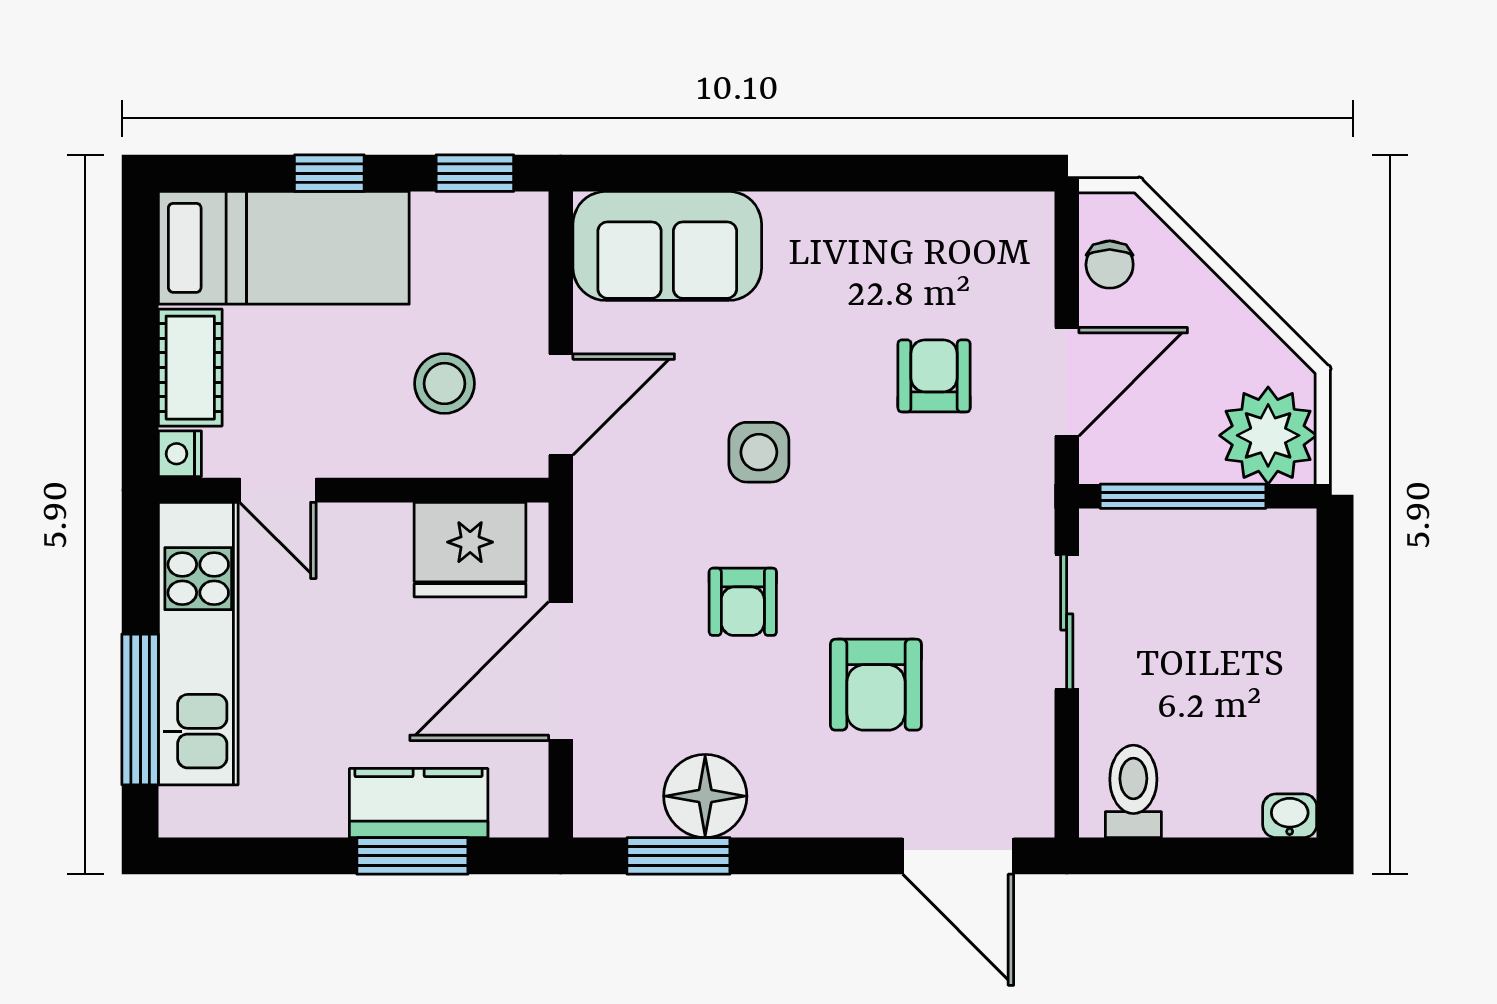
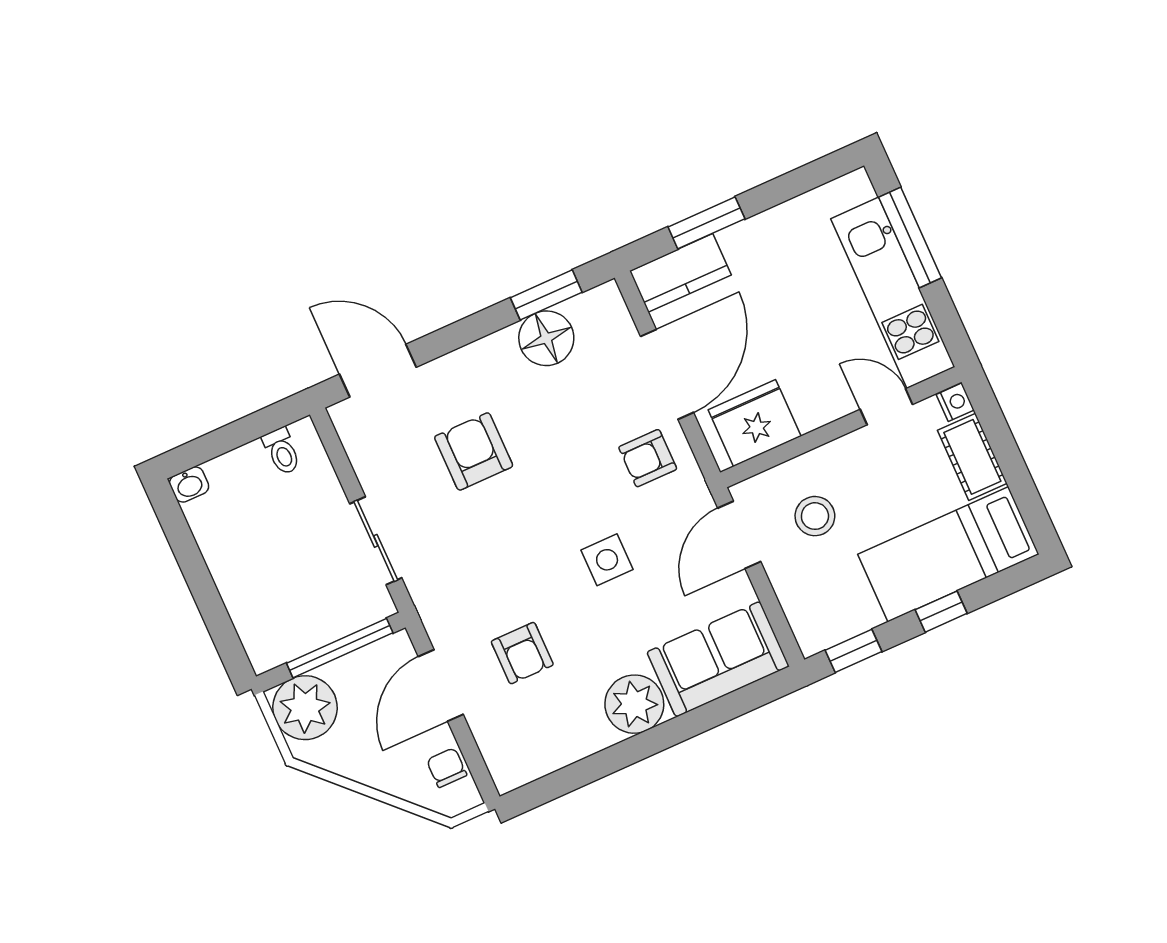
plant: (811, 236) -> (634, 704), added
armchair: (743, 602) -> (648, 458), moved, turned -90
toilet: (1133, 791) -> (282, 451), width x0.73, depth x0.72
kitchen counter: (419, 803) -> (680, 273), moved

